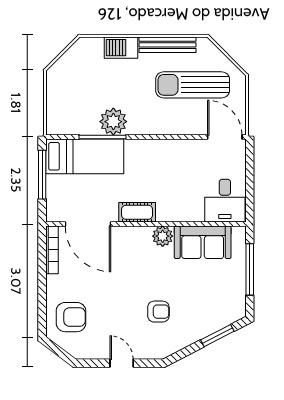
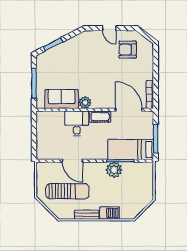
bench: (167, 45) -> (87, 215), width x0.73
door: (225, 137) -> (72, 161), moved
desk: (225, 201) -> (77, 123), moved
armchair: (158, 312) -> (87, 58), removed
armchair: (71, 317) -> (128, 50), moved

